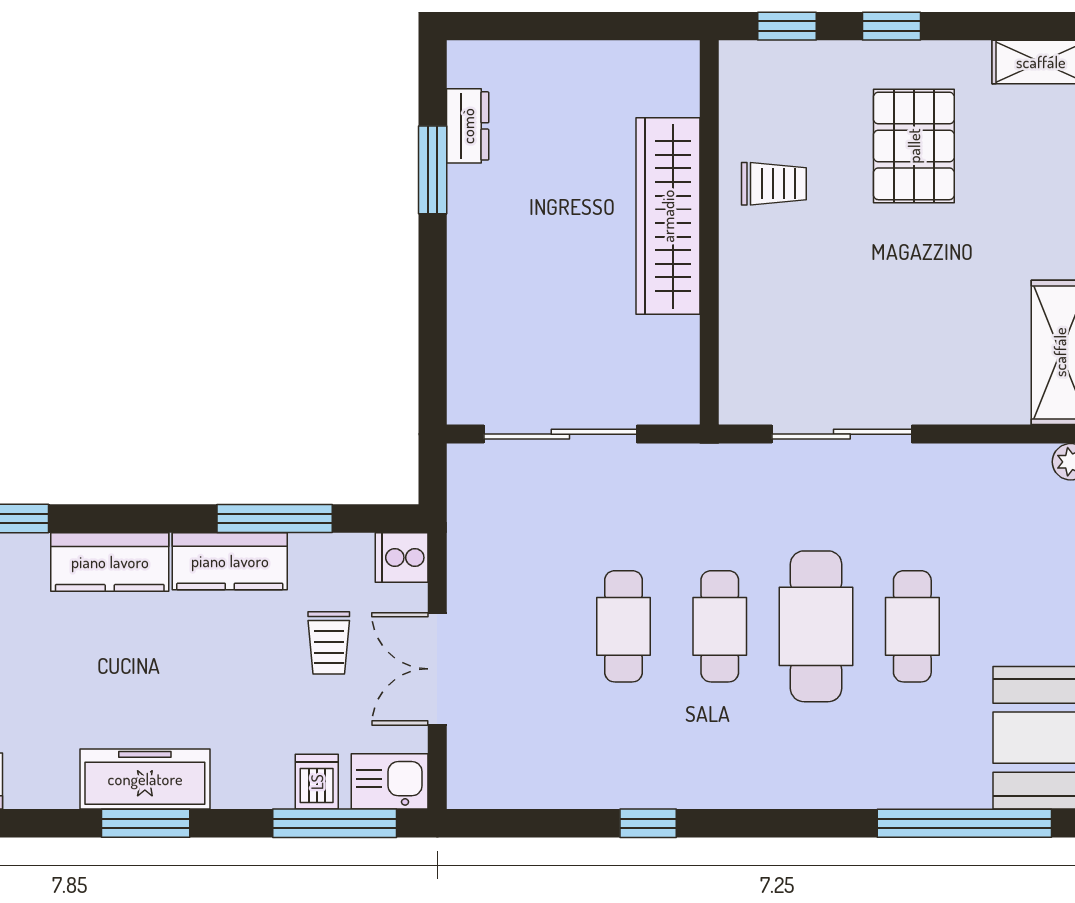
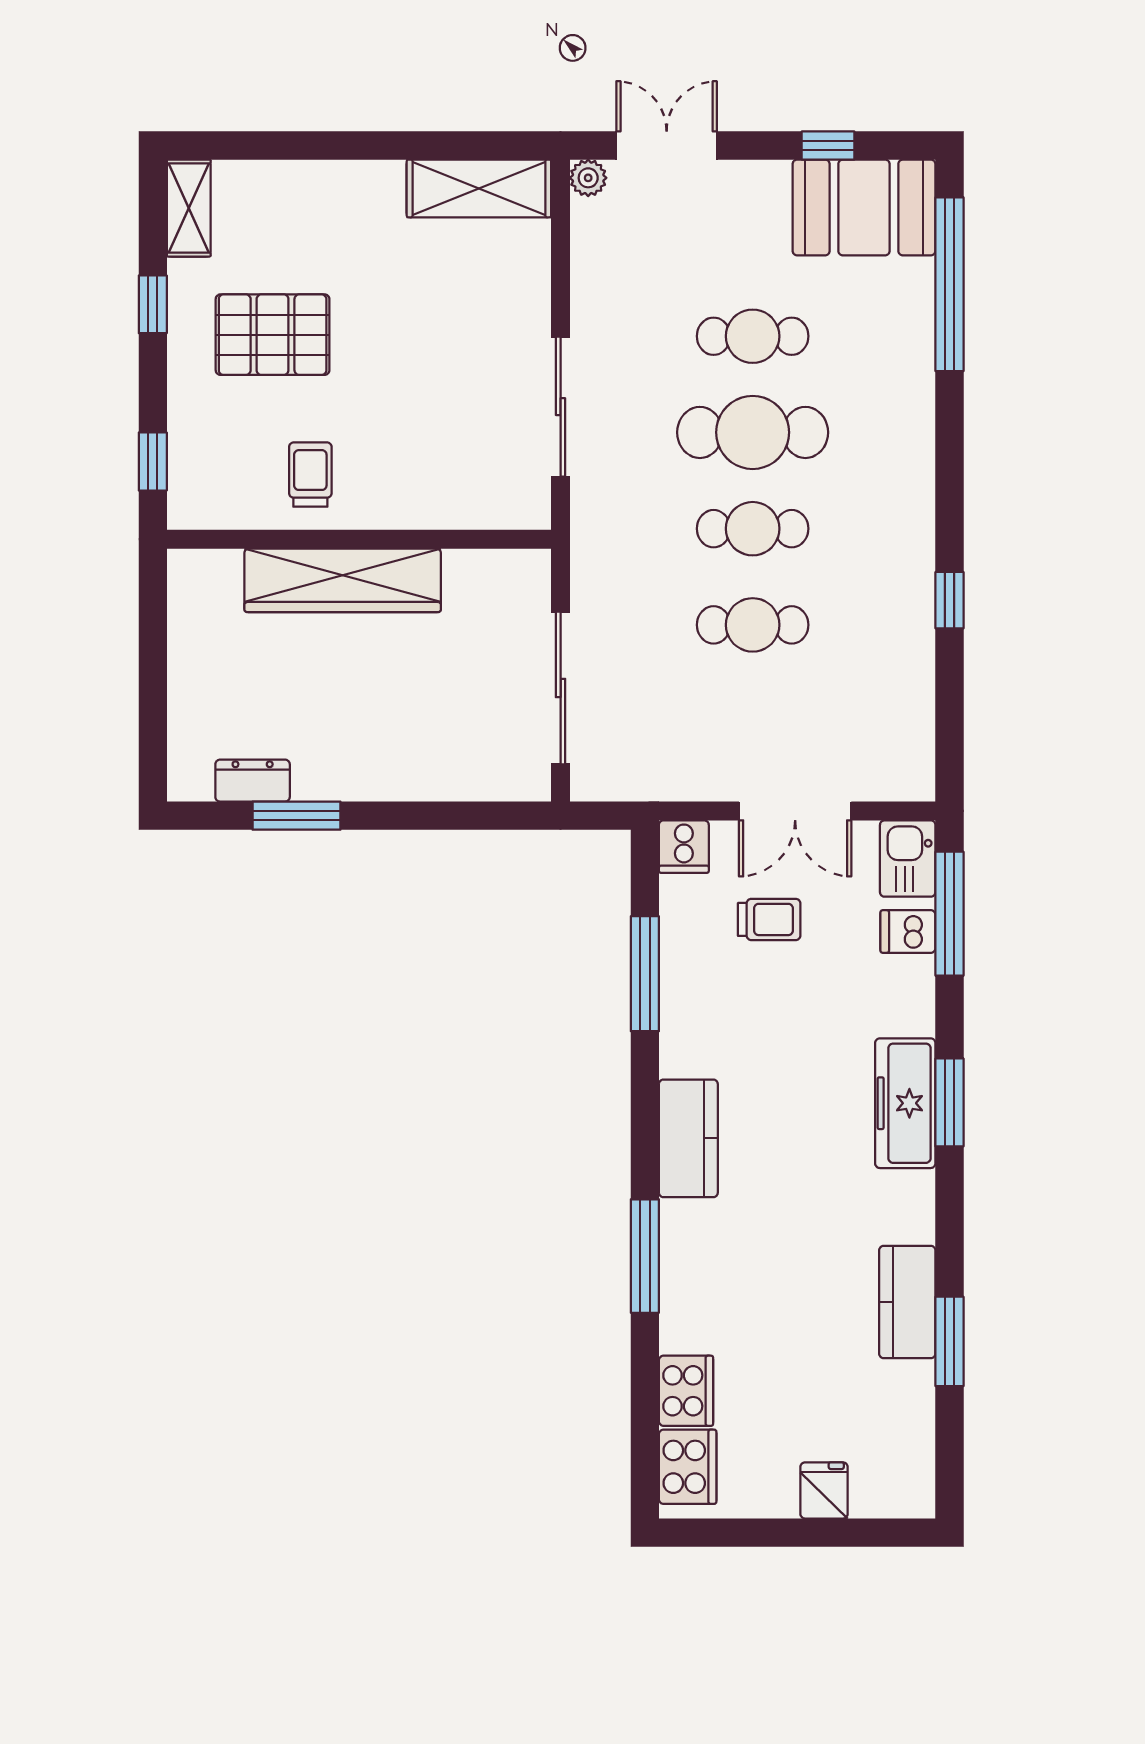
window: (892, 26) -> (153, 304), moved
kitchen counter: (230, 561) -> (688, 1018), removed

